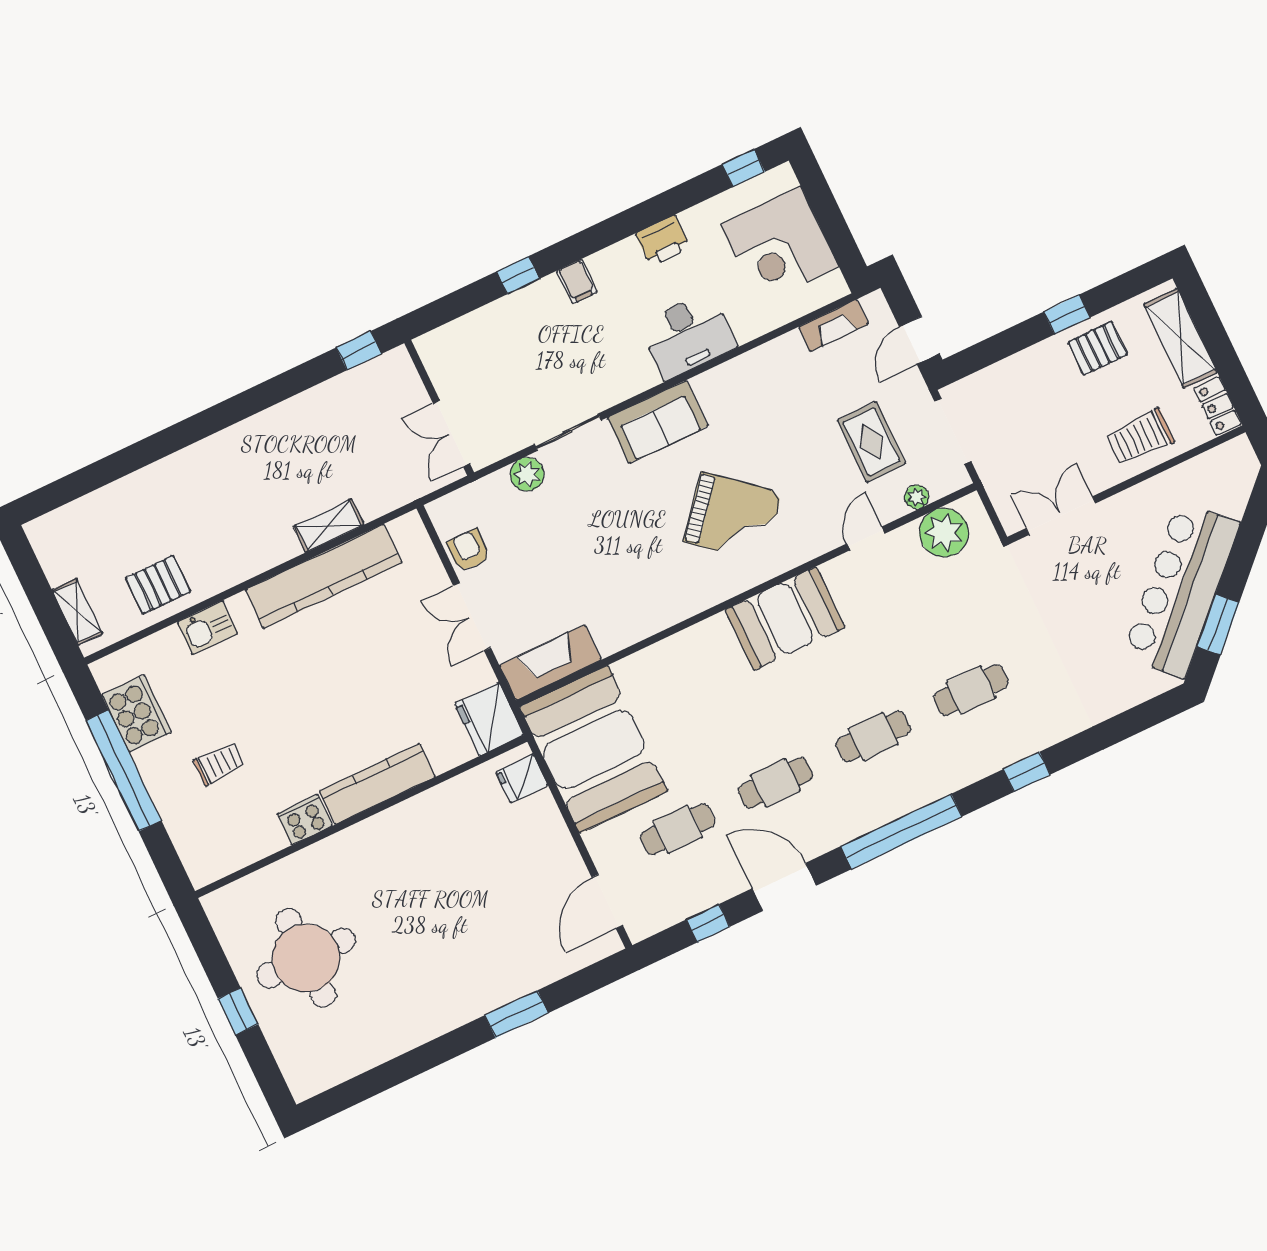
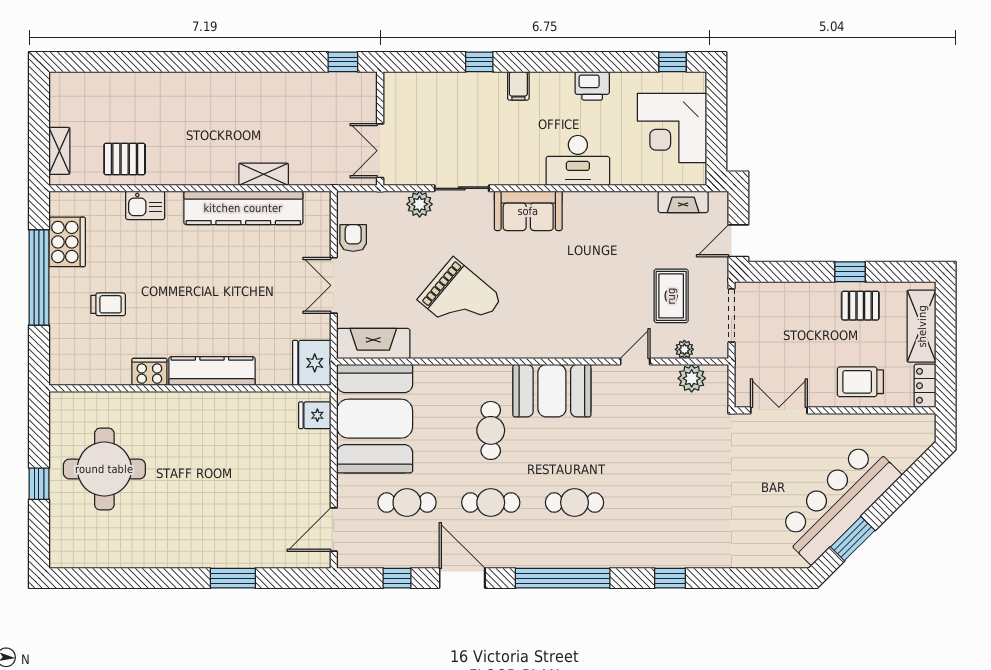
grand piano: (733, 517) -> (460, 299), moved
plant: (944, 533) -> (692, 378), width x0.73, depth x0.73
cafe table: (971, 690) -> (491, 430), moved, turned 90

